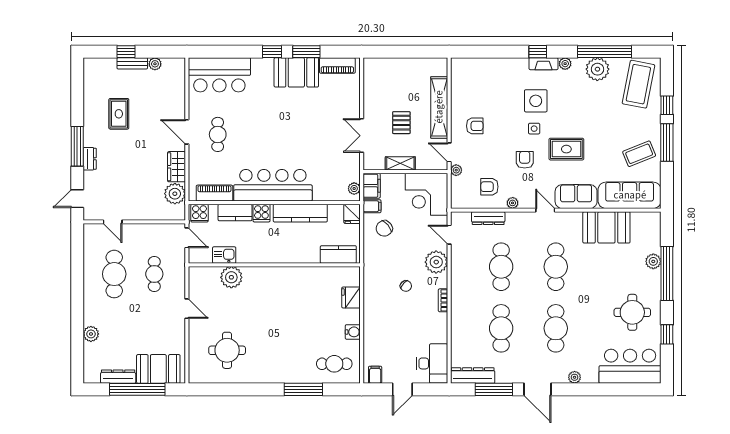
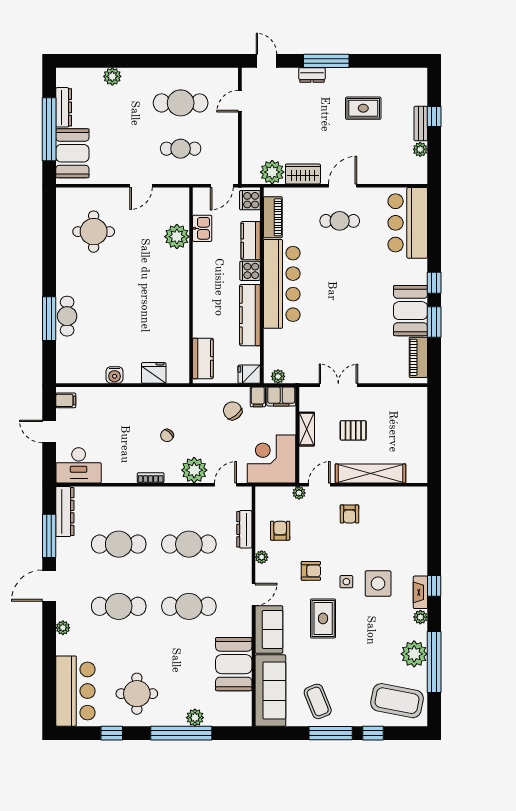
cafe table: (334, 364) -> (67, 316), moved

